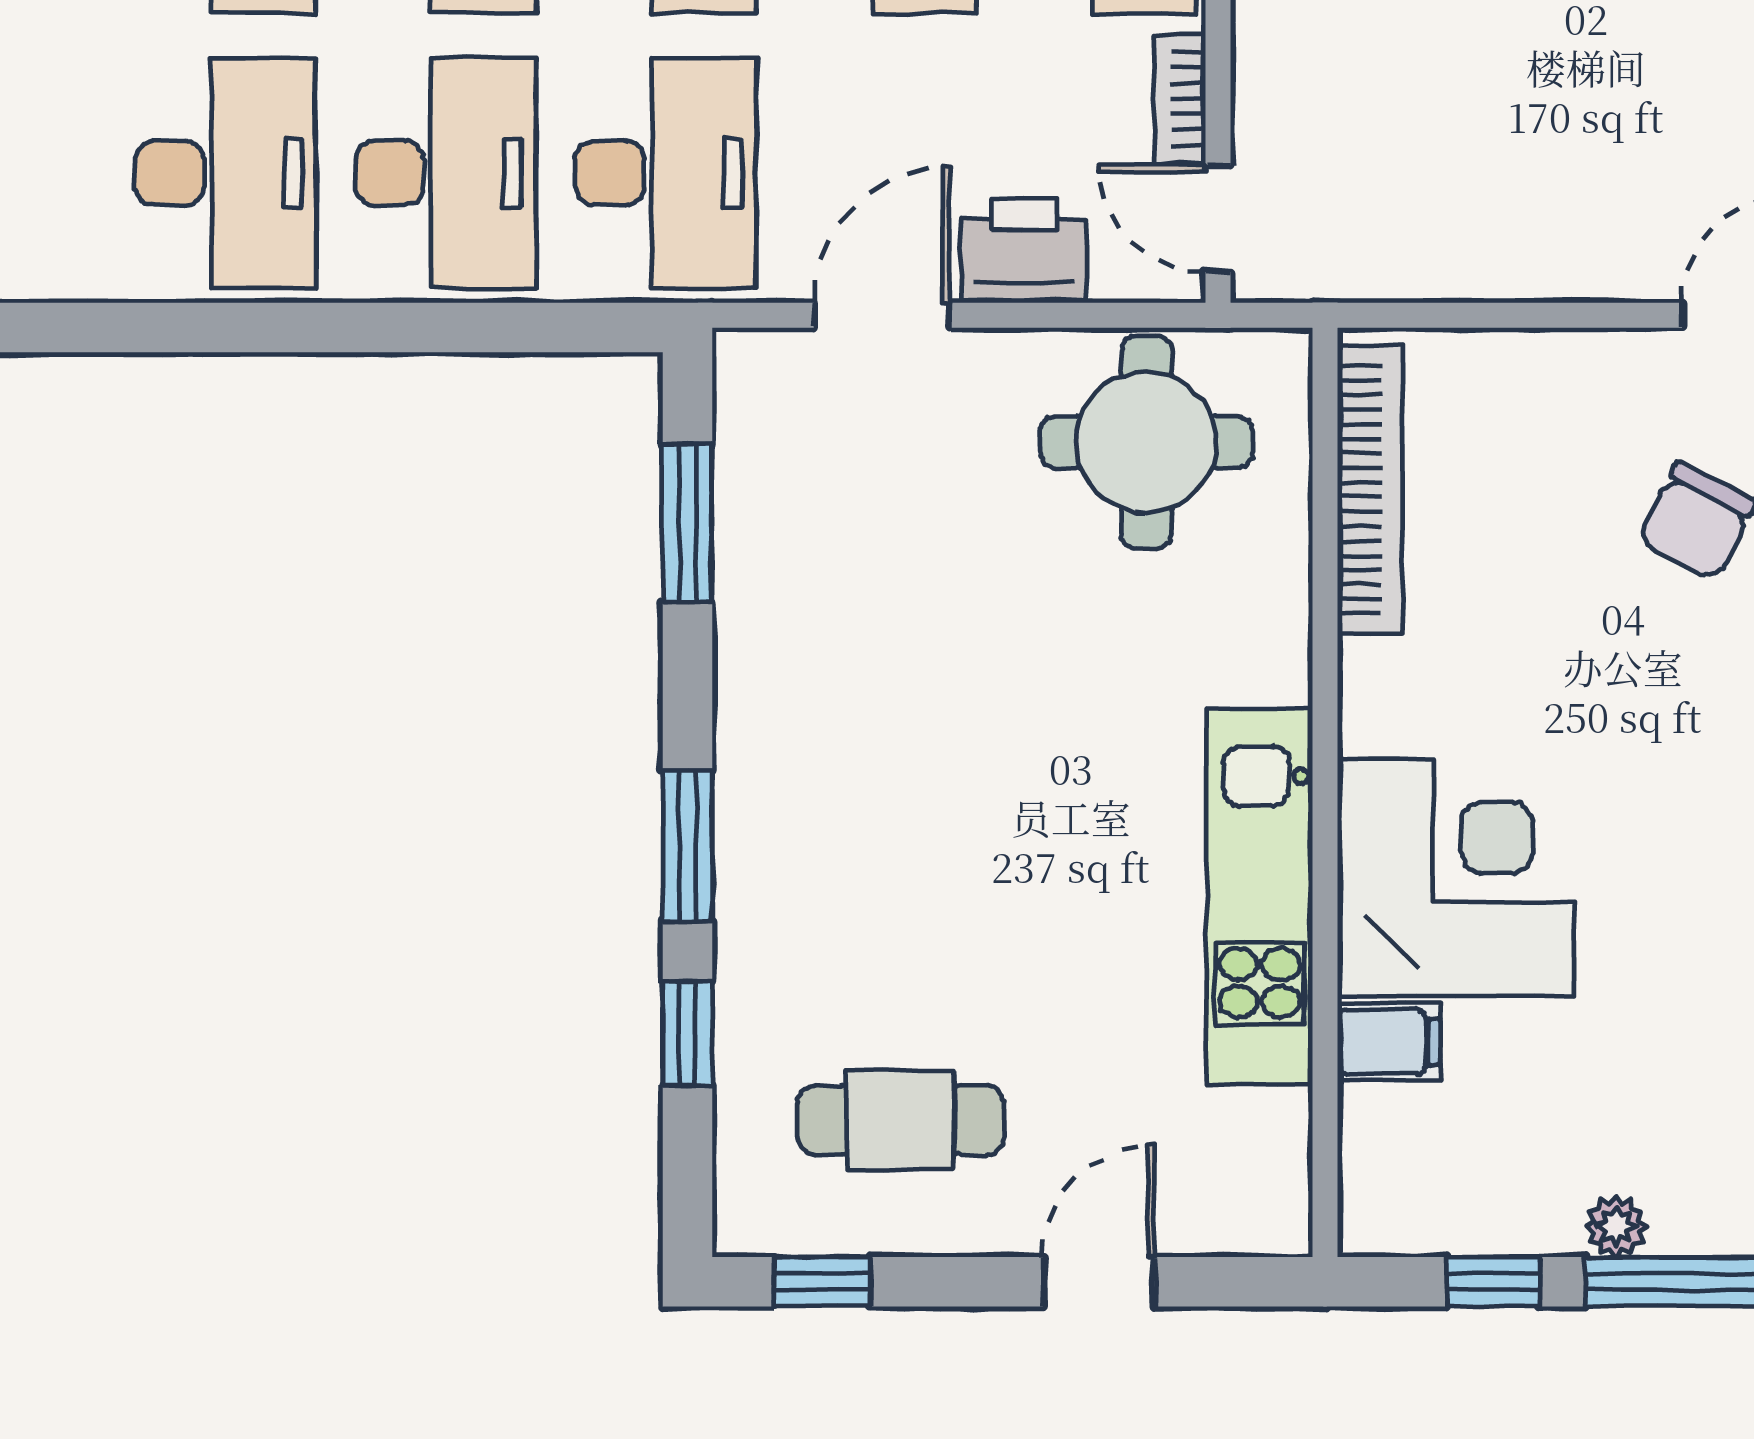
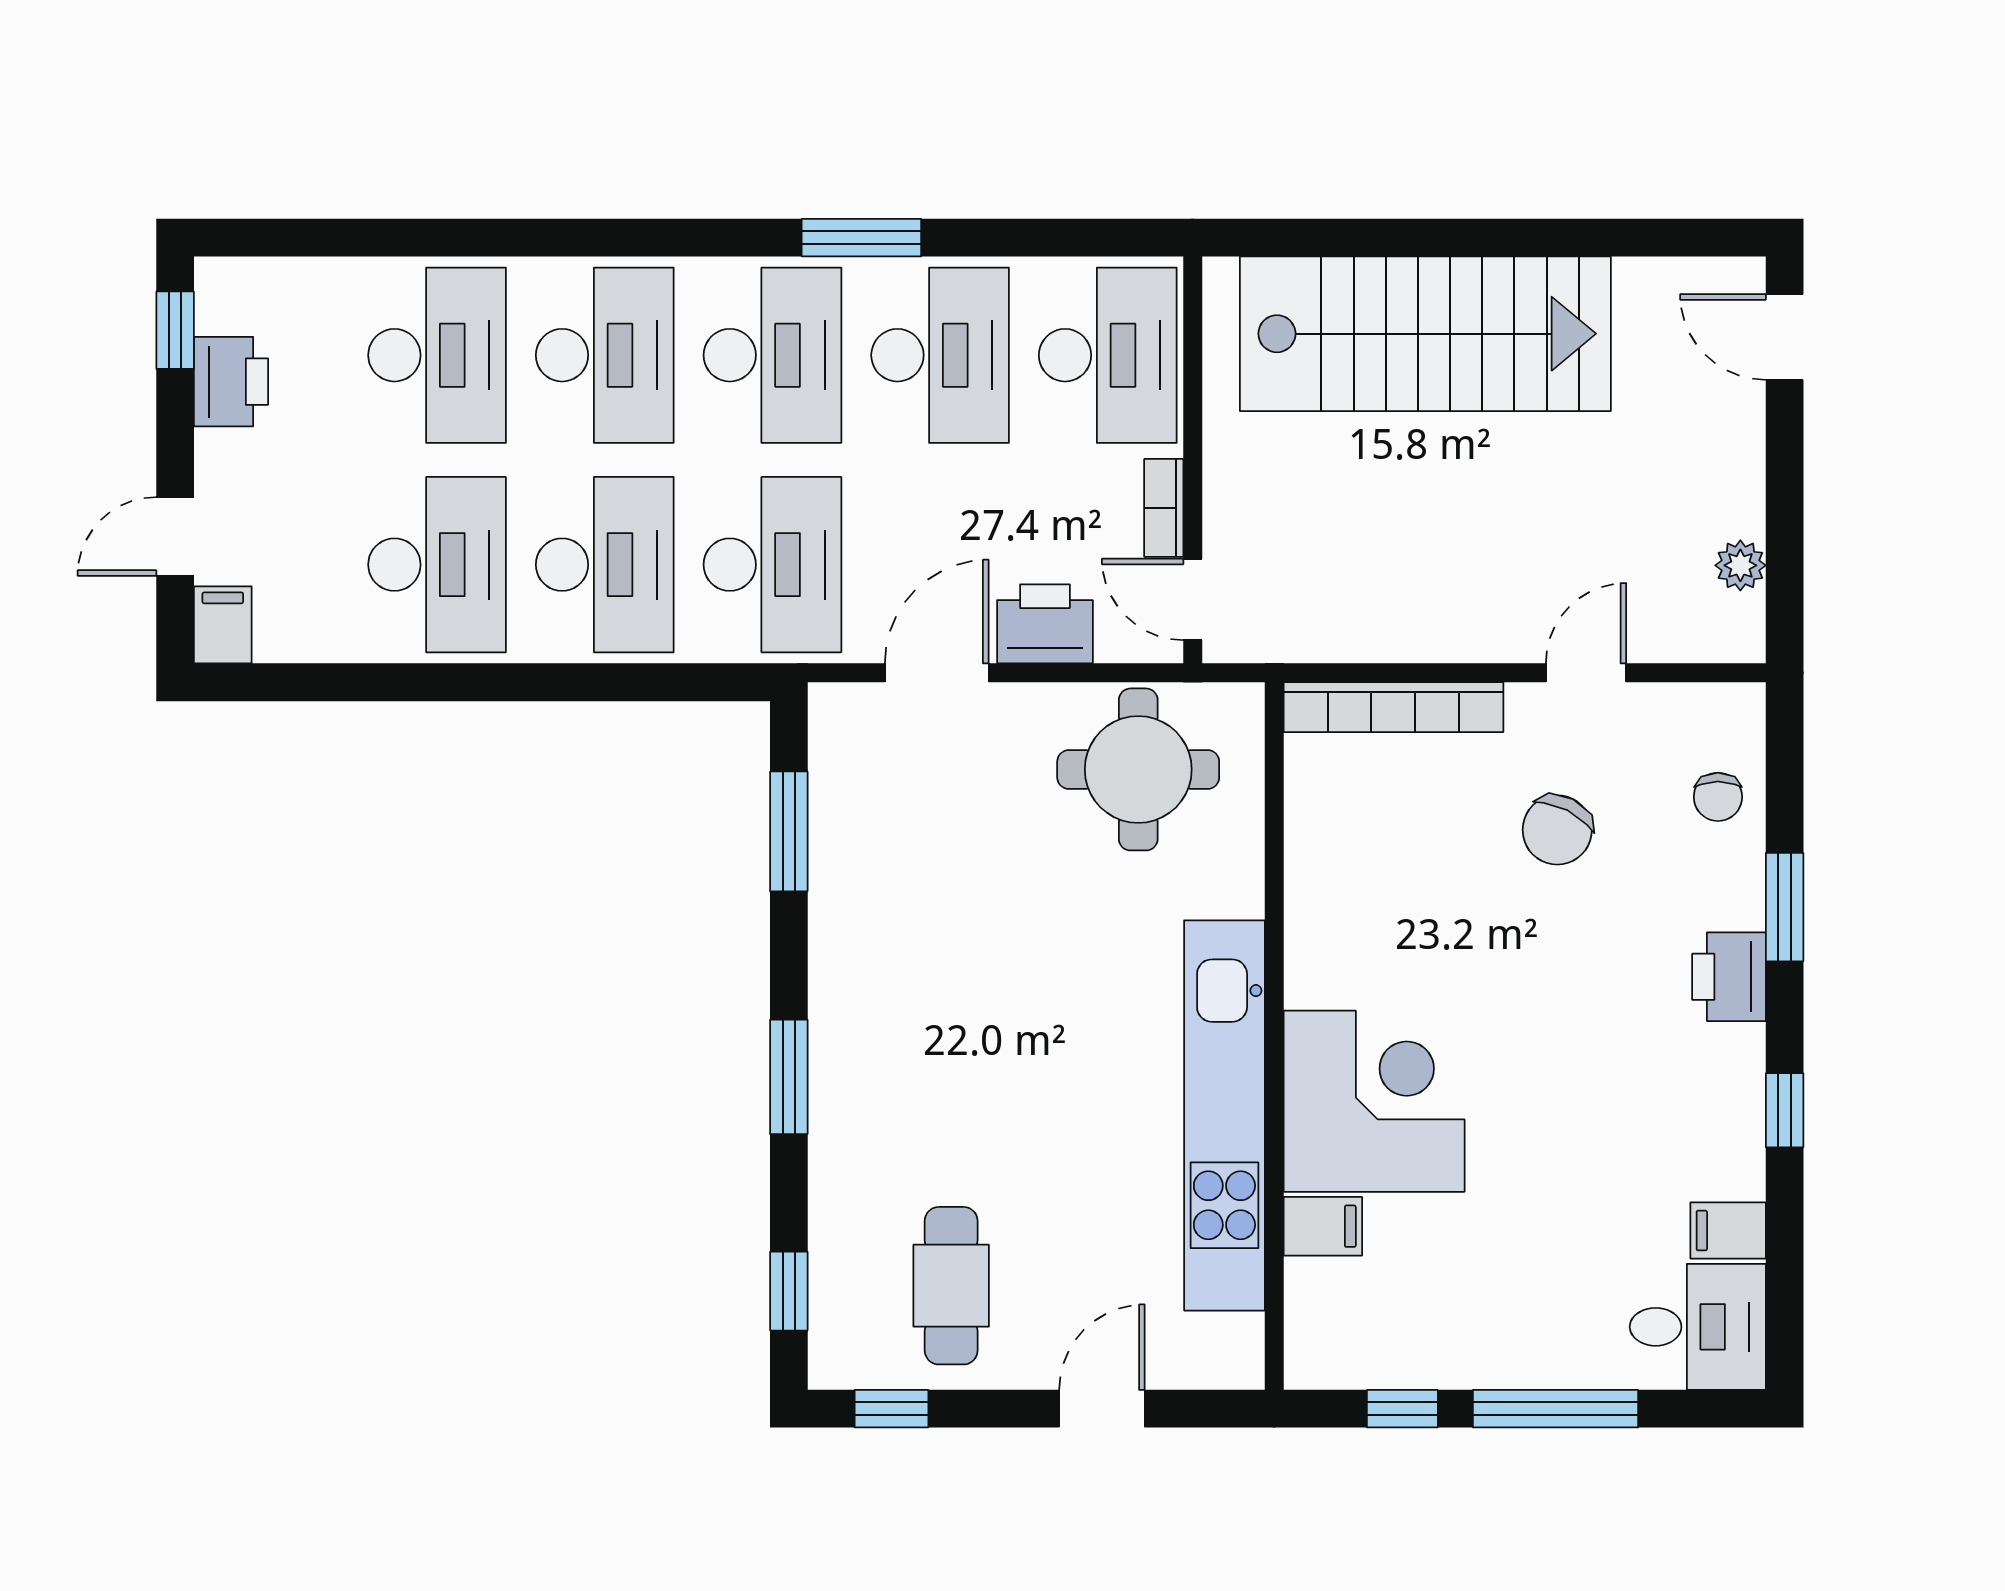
bookcase: (1370, 490) -> (1393, 707), moved, turned 90
kitchen unit: (1260, 897) -> (1224, 1115), width x1.36
window: (687, 1033) -> (789, 1291), moved
cafe table: (901, 1120) -> (951, 1286), turned 90
plant: (1616, 1226) -> (1496, 1367), removed

